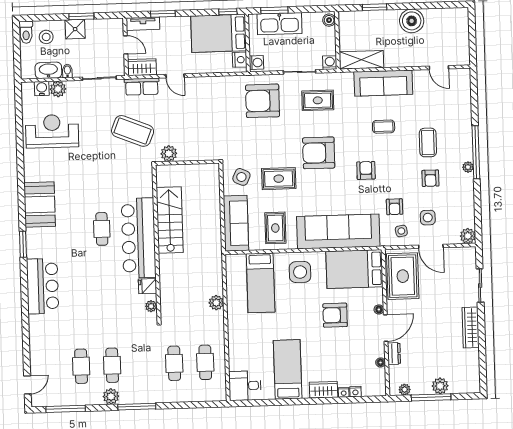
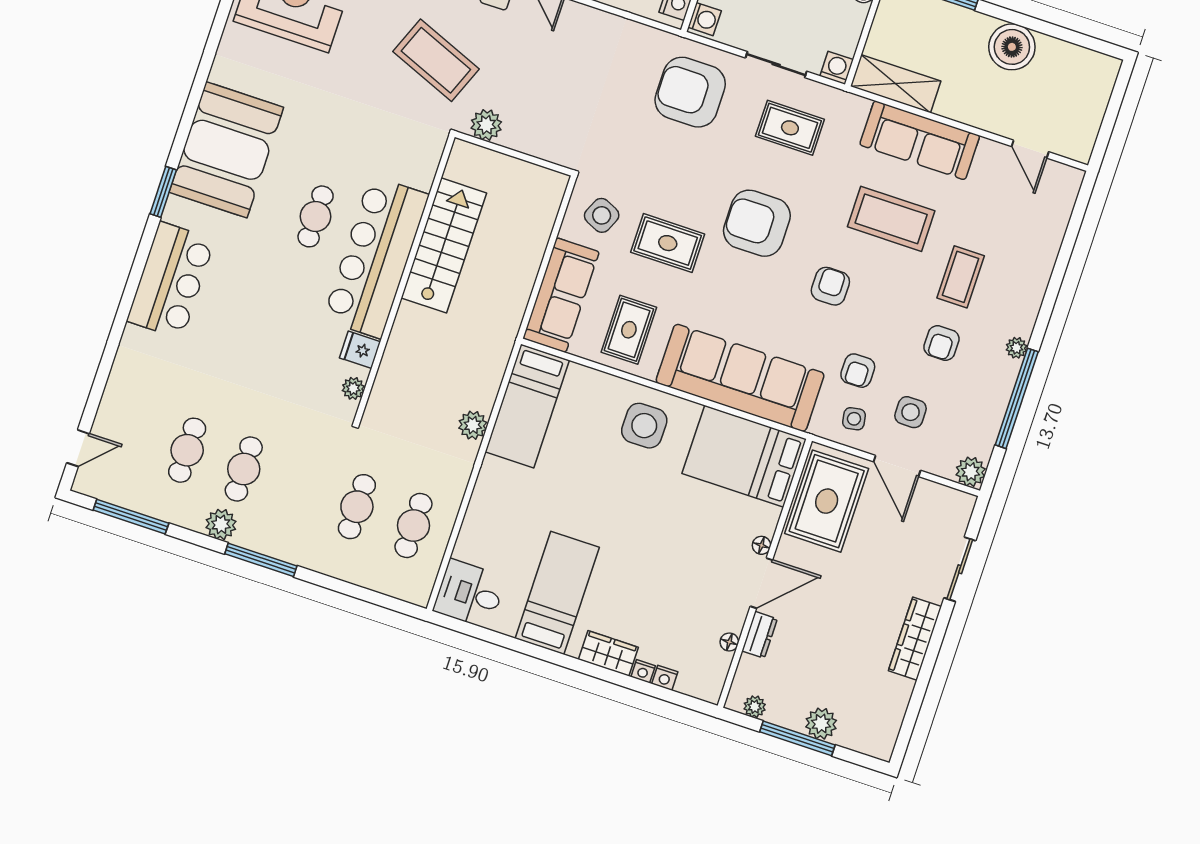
coffee table: (384, 127) -> (891, 219), width x1.86, depth x1.72
window: (476, 152) -> (1017, 398), moved
booth: (40, 205) -> (226, 150), width x1.36, depth x1.42
bed: (261, 283) -> (527, 406), moved
armchair: (335, 315) -> (679, 527), removed

